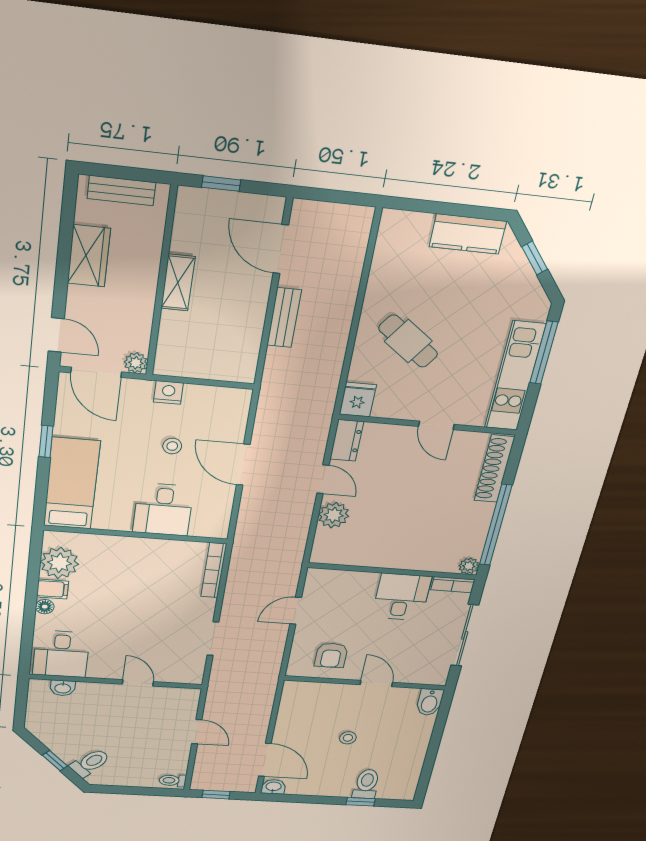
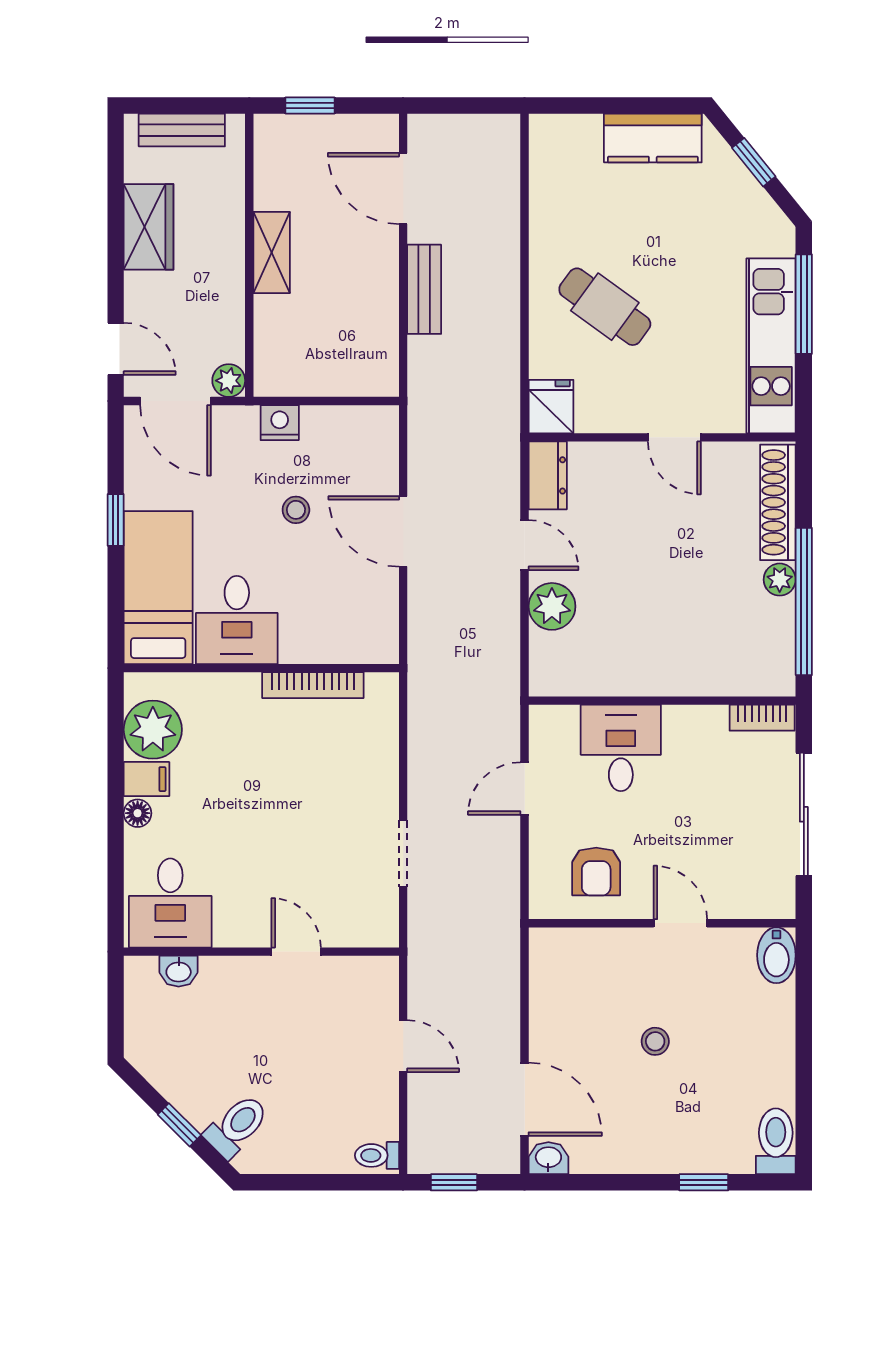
desk: (163, 510) -> (237, 620), moved
plant: (469, 566) -> (780, 580), moved
bookcase: (214, 570) -> (313, 685), moved, turned -90
desk: (402, 597) -> (621, 748), moved
toilet: (366, 784) -> (776, 1141), moved

